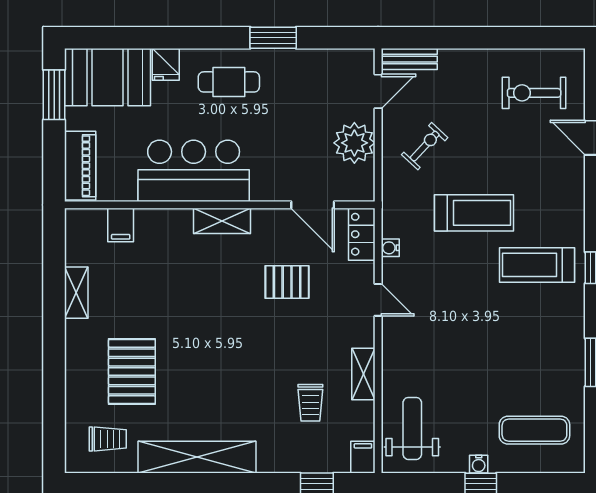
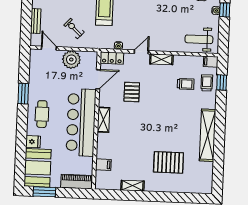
bench: (409, 59) -> (36, 21), moved
bar counter: (194, 171) -> (81, 122), width x1.36
shelving: (363, 374) -> (161, 59), moved
trolley: (108, 439) -> (207, 83), moved

